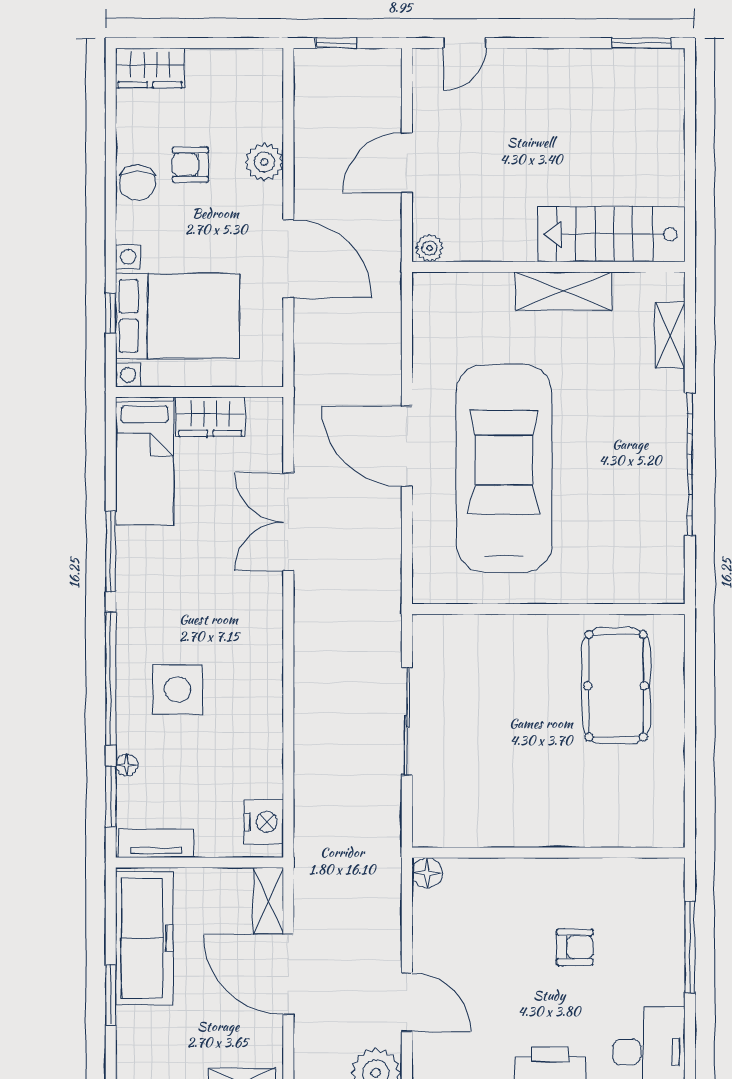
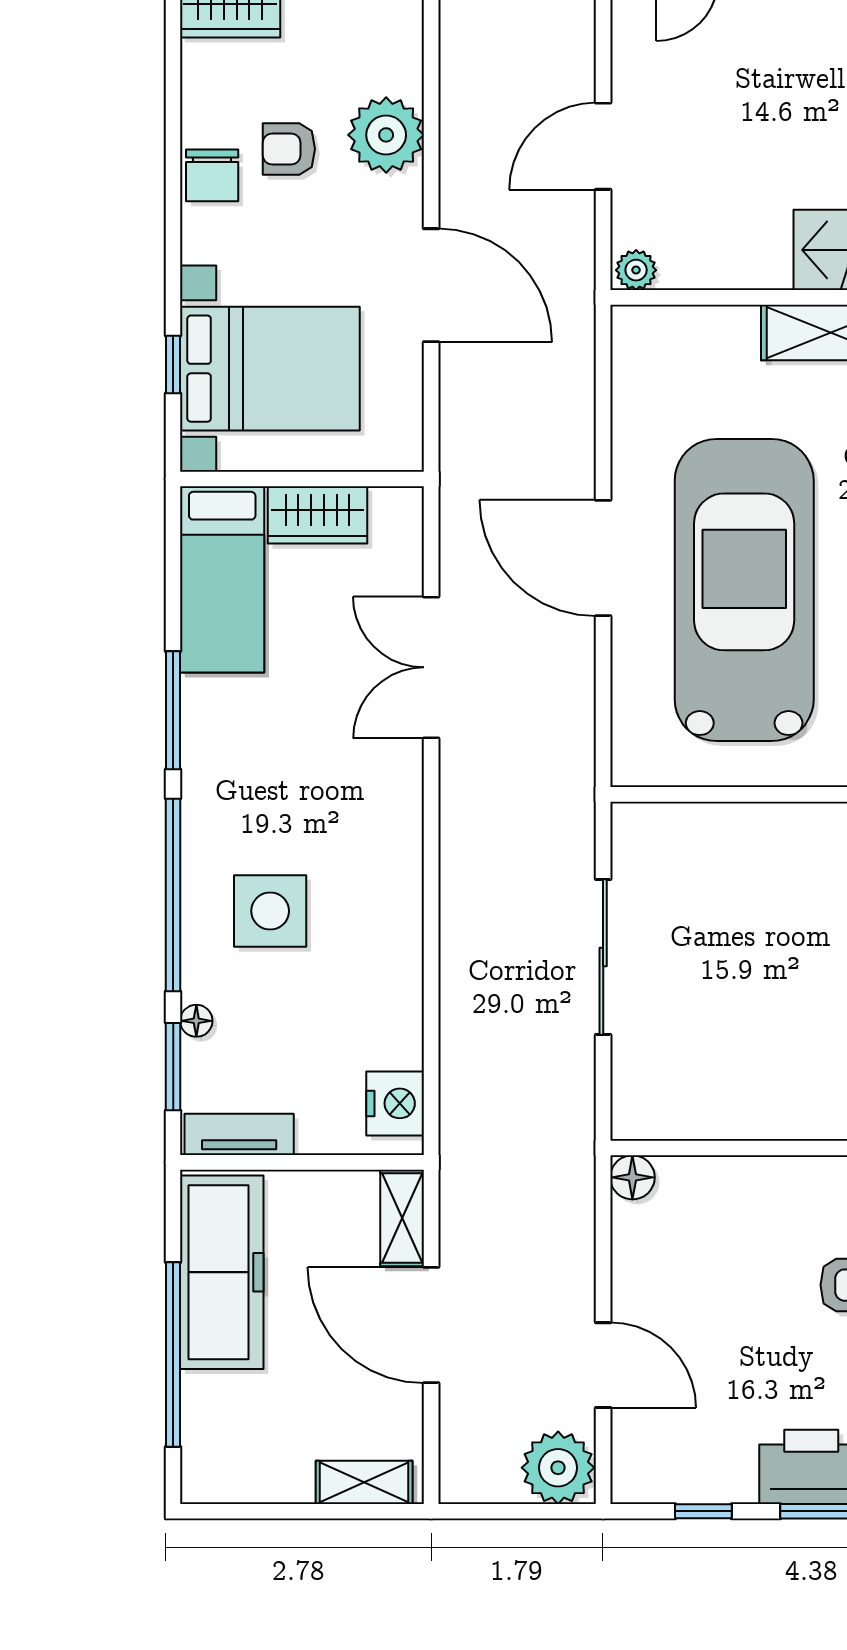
plant: (264, 162) -> (386, 135), width x1.36, depth x1.36
window: (111, 995) -> (173, 1355), width x2.11

